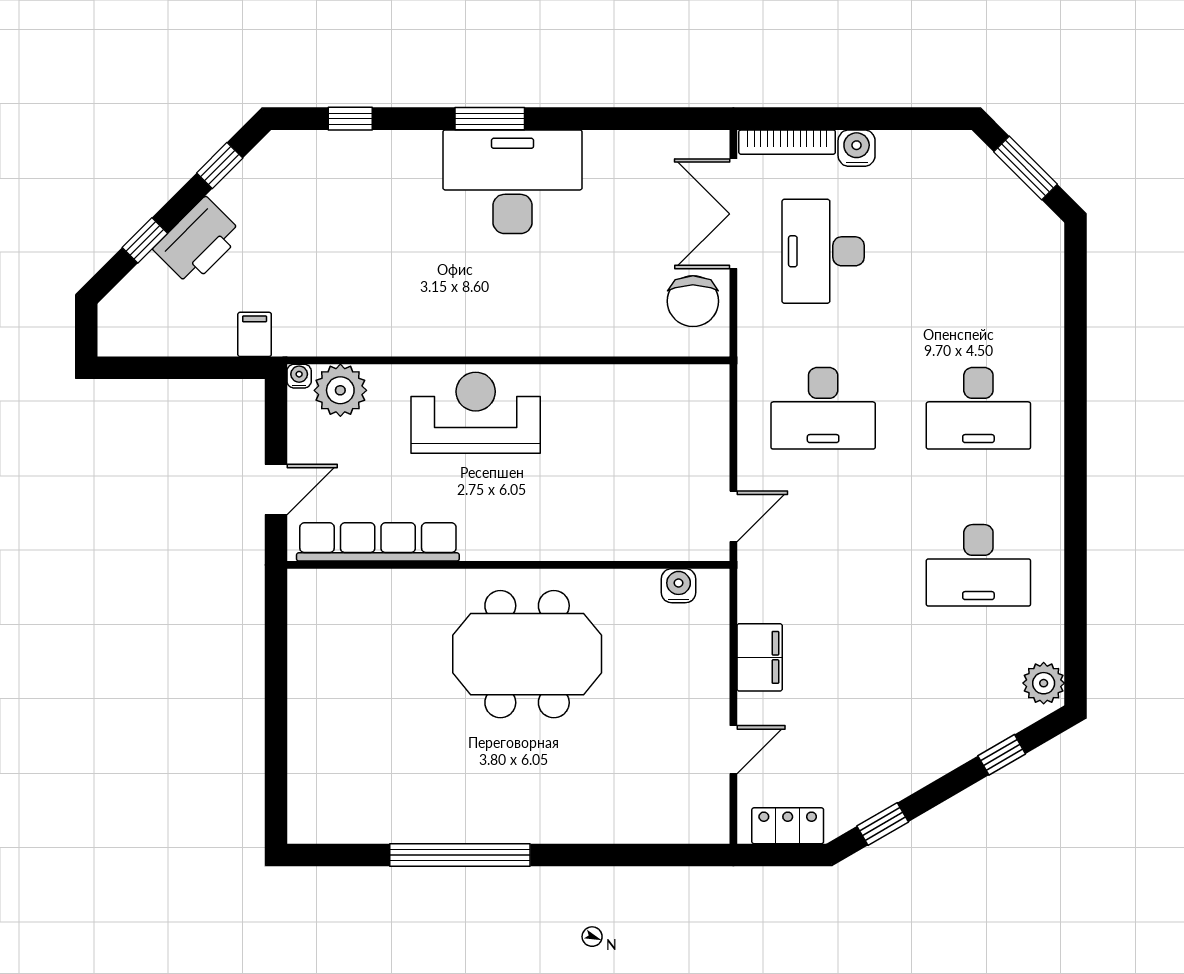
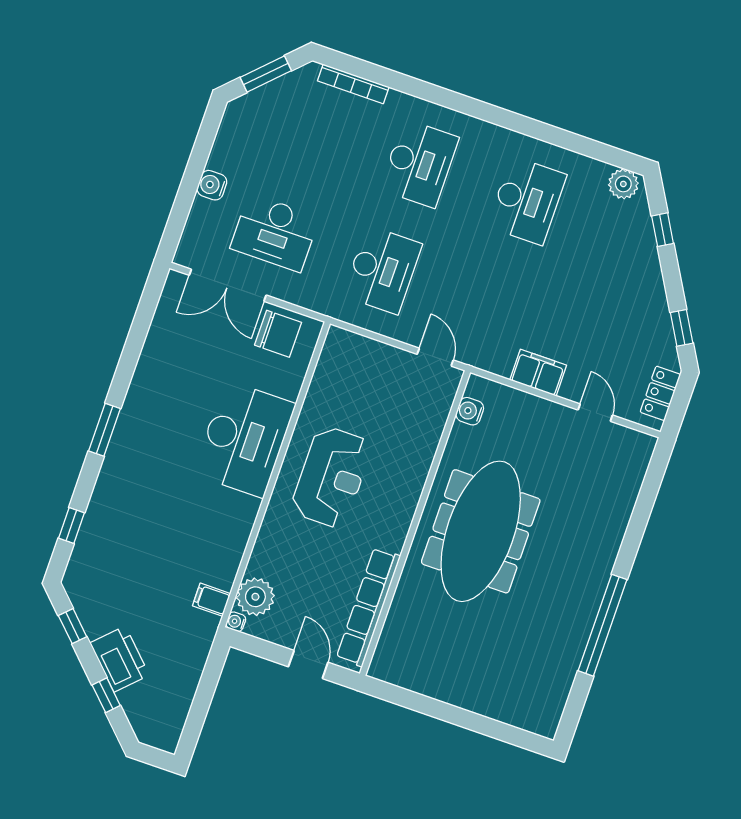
bookcase: (787, 142) -> (353, 84), moved, turned 90
desk: (513, 182) -> (244, 439), moved, turned 180
filing cabinet: (255, 334) -> (211, 600), moved
reception desk: (476, 413) -> (331, 477), moved, turned 180
meeting table: (527, 654) -> (481, 531), width x1.36

